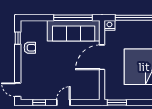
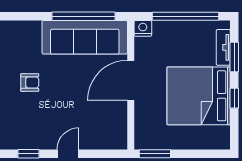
armchair: (30, 48) -> (30, 83), moved

